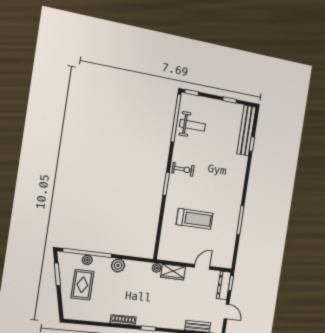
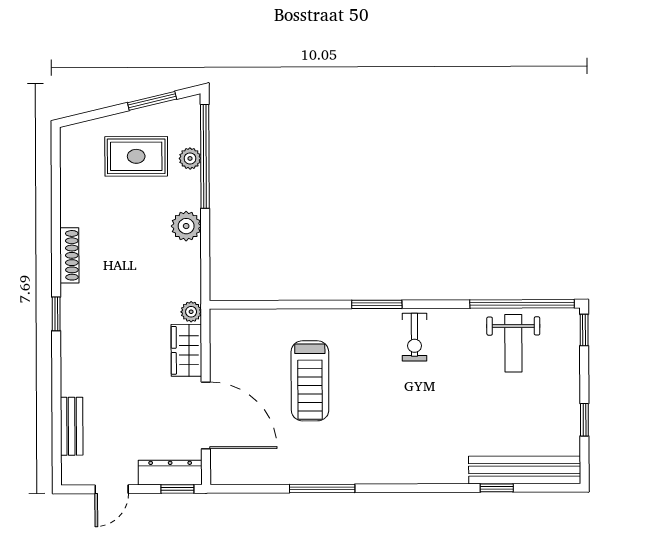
door: (202, 267) -> (206, 415), width x1.87

